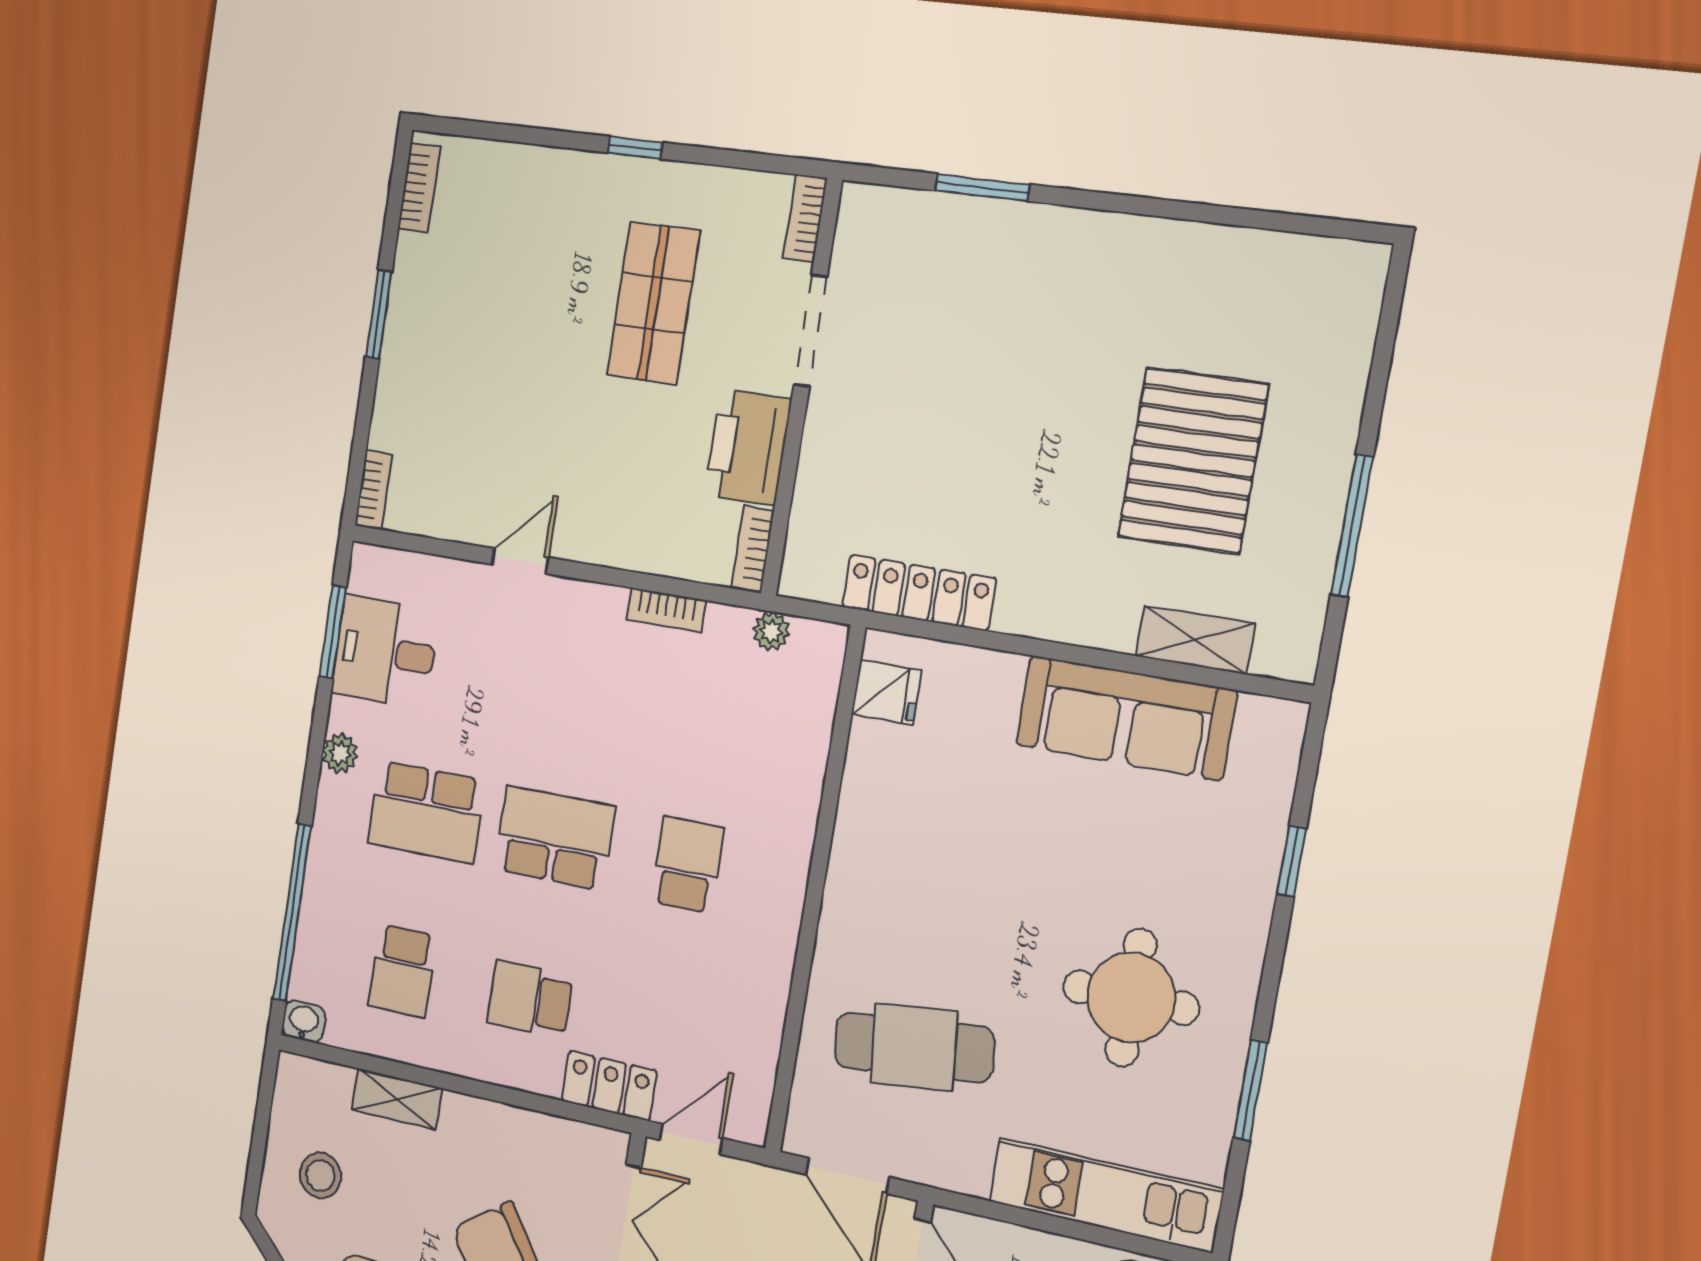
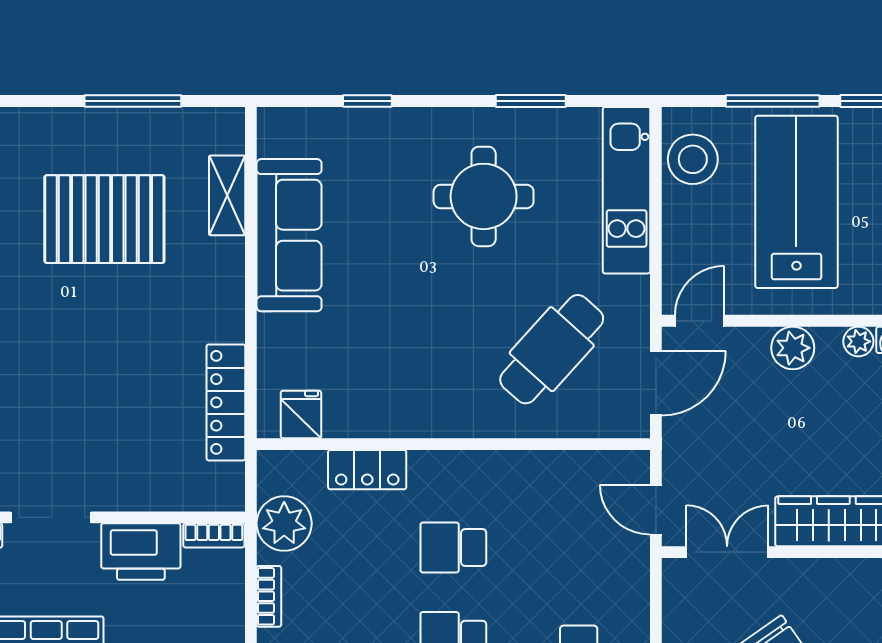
plant: (771, 631) -> (284, 523), width x1.88, depth x1.88
cafe table: (914, 1047) -> (552, 349), turned 48
locker: (609, 1086) -> (367, 470), moved, turned -90

